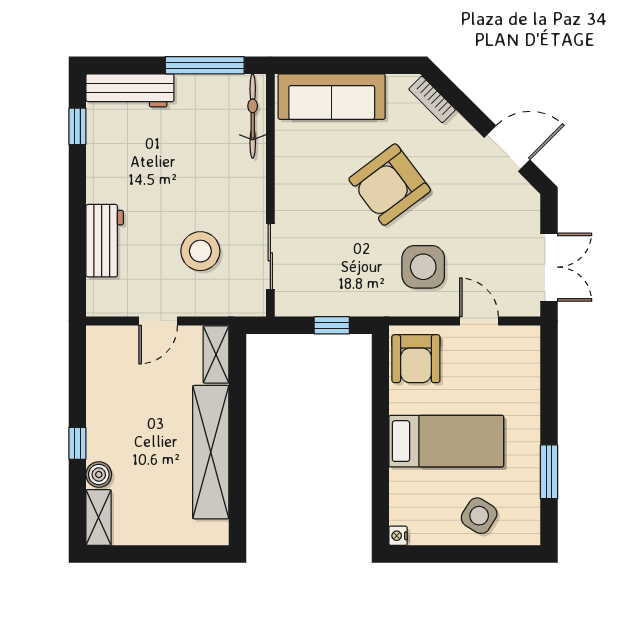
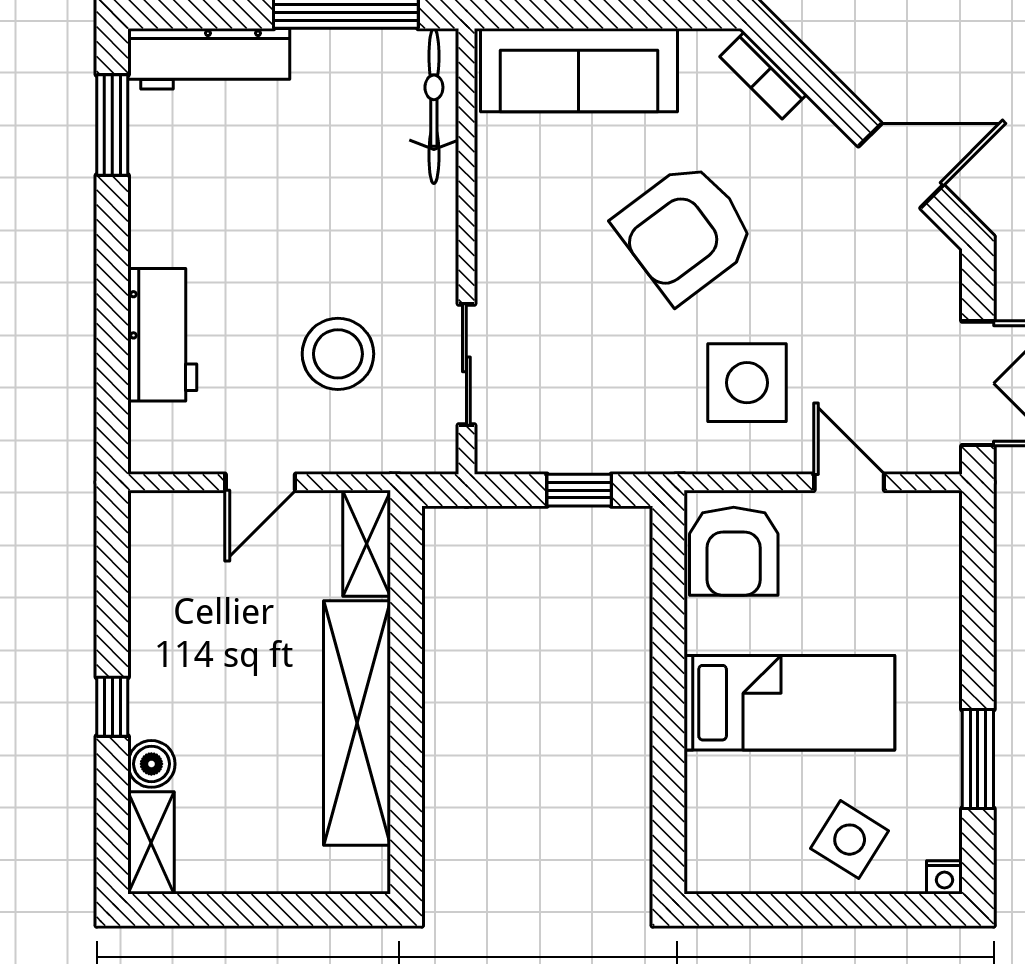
window: (77, 126) -> (112, 125), width x1.50
nightstand: (398, 536) -> (944, 877), moved, turned -90

